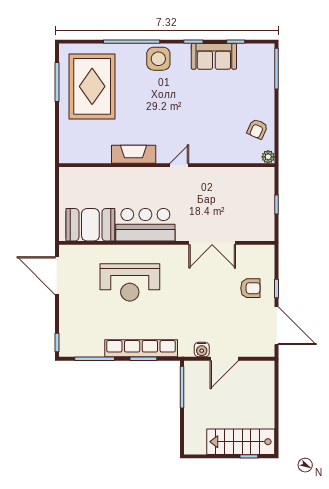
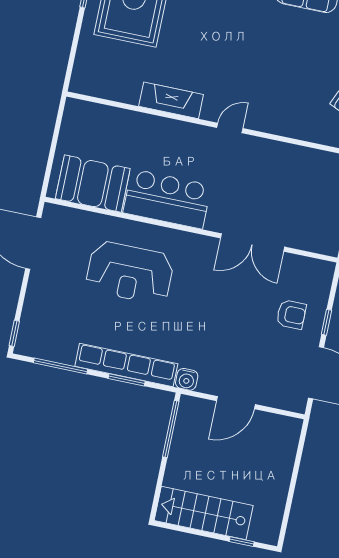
water cooler: (202, 350) -> (187, 379), moved
stairs: (241, 442) -> (204, 513), moved

